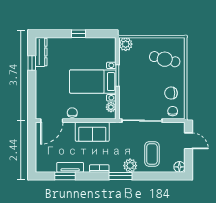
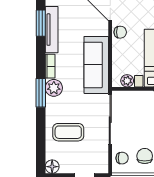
sofa: (92, 132) -> (96, 65), width x1.36
plant: (130, 166) -> (54, 88), moved
tv unit: (70, 167) -> (52, 30), width x1.41

